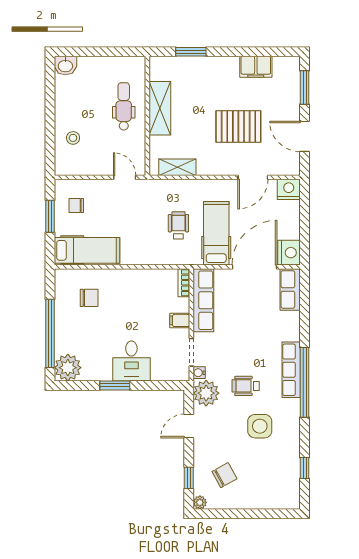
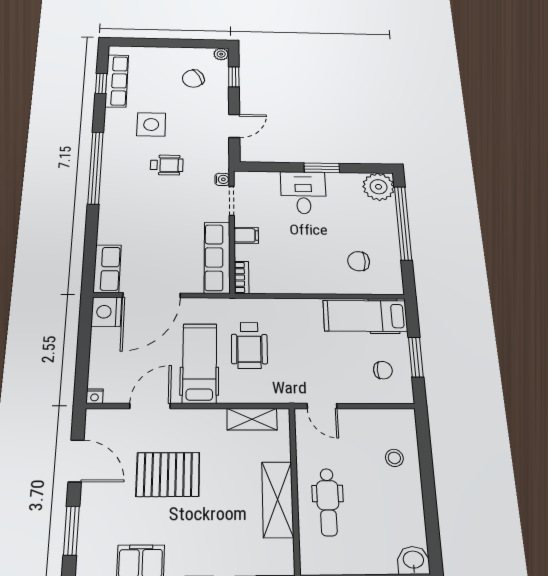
nightstand: (289, 189) -> (95, 396), width x0.53, depth x0.56
wheelchair: (178, 225) -> (249, 345), width x1.36, depth x1.37
hospital bed: (216, 233) -> (200, 363), moved, turned 180
row of seats: (291, 370) -> (117, 81), moved
plant: (206, 393) -> (214, 158), removed

